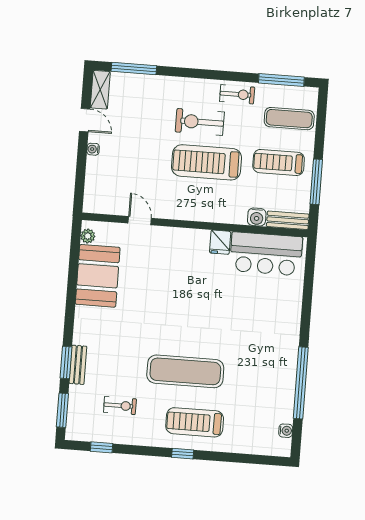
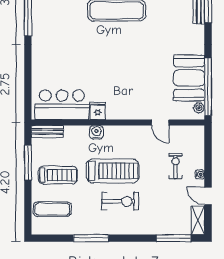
window: (281, 80) -> (91, 238), moved
exercise bike: (237, 94) -> (175, 166), moved, turned 90
water cooler: (257, 217) -> (96, 132), moved
window: (74, 263) -> (208, 87), added

